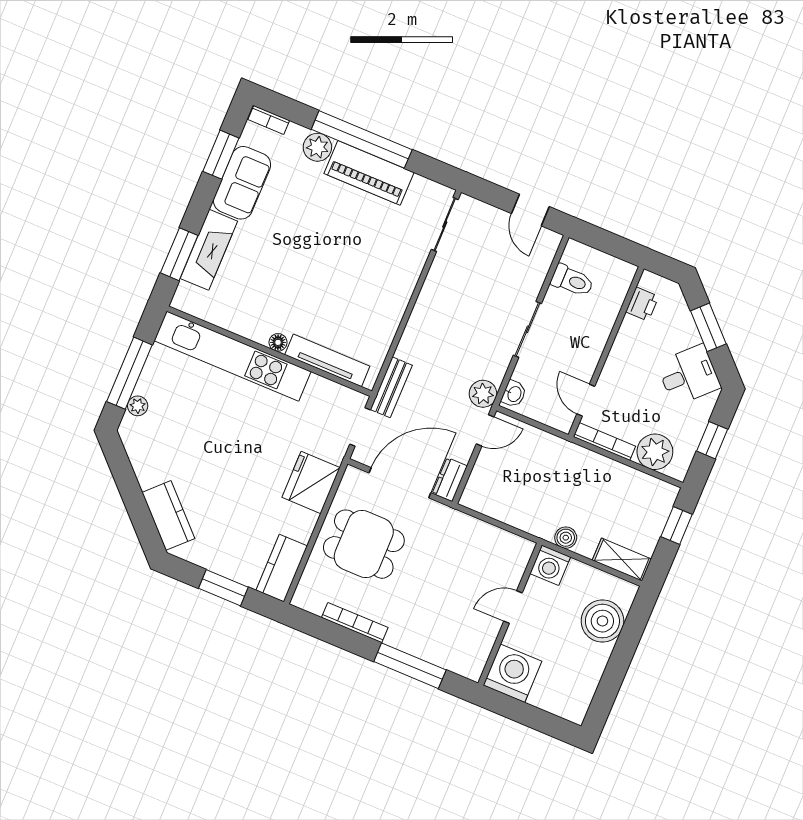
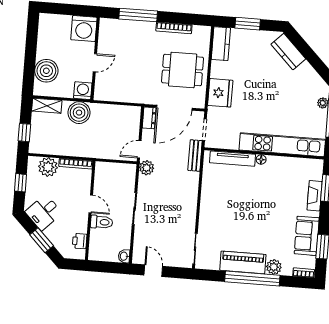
fireplace: (209, 250) -> (315, 196), width x0.73, depth x0.76
toilet: (572, 281) -> (102, 222), moved, turned 180
washbasin: (514, 394) -> (124, 256), moved
door: (586, 400) -> (91, 204), moved
boiler: (566, 538) -> (79, 113), width x1.86, depth x1.86

